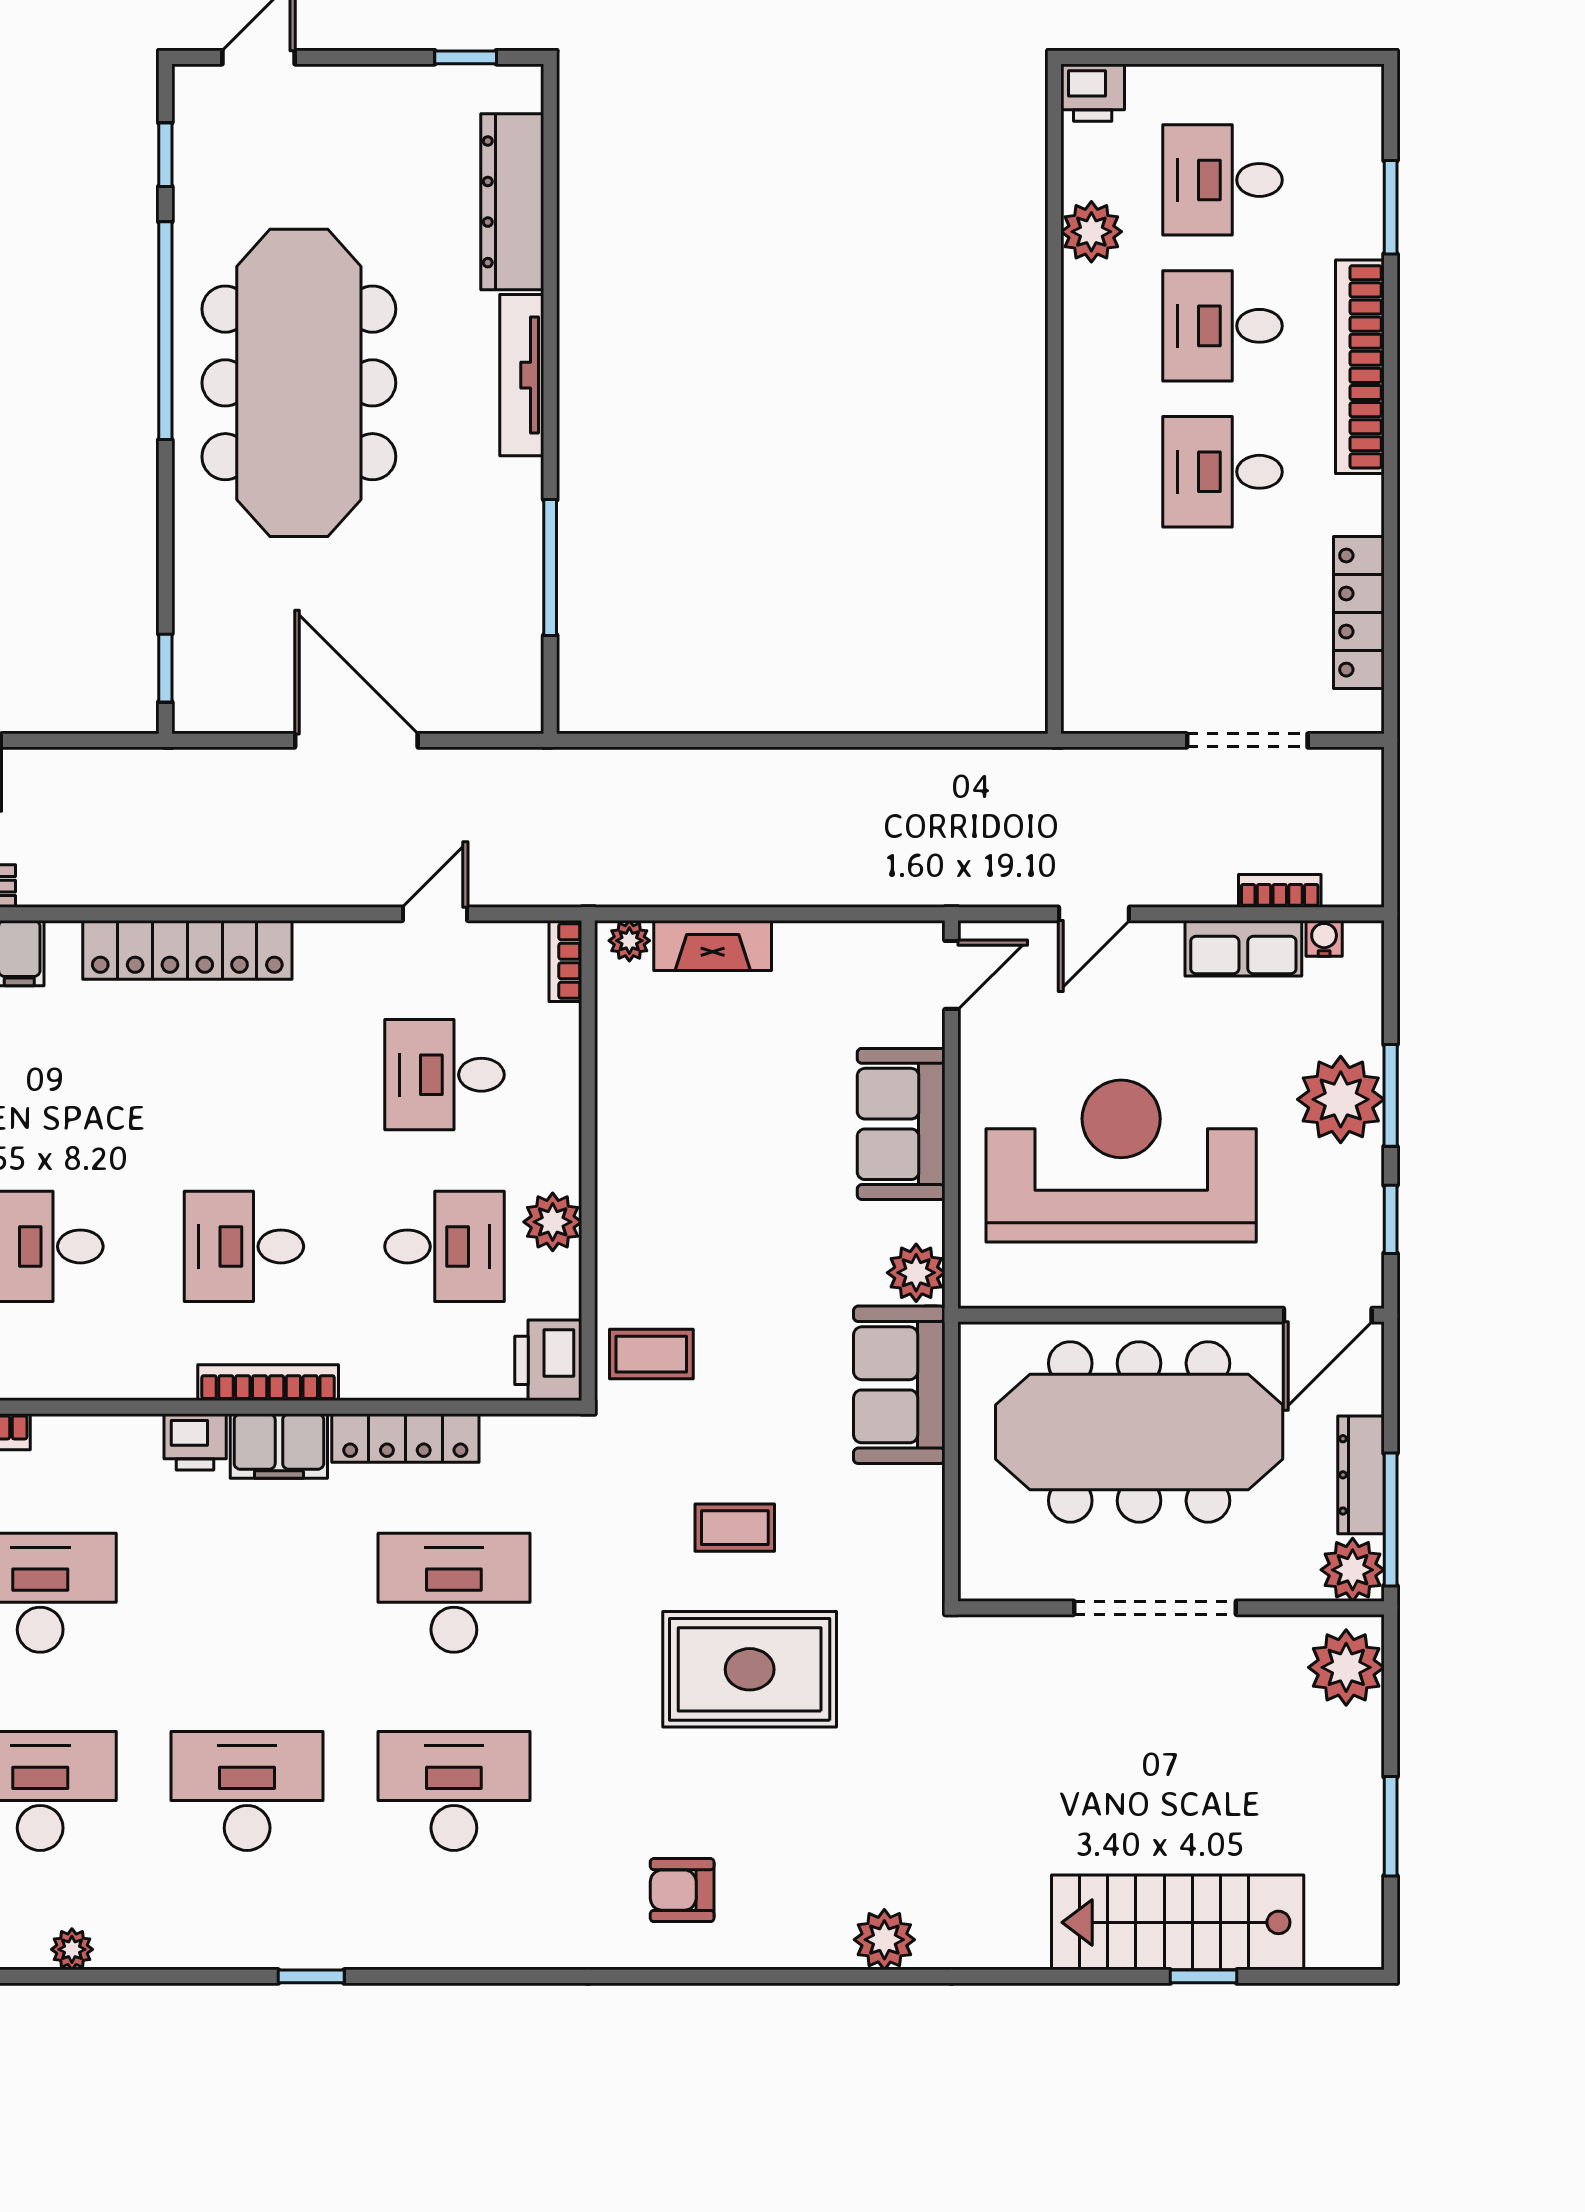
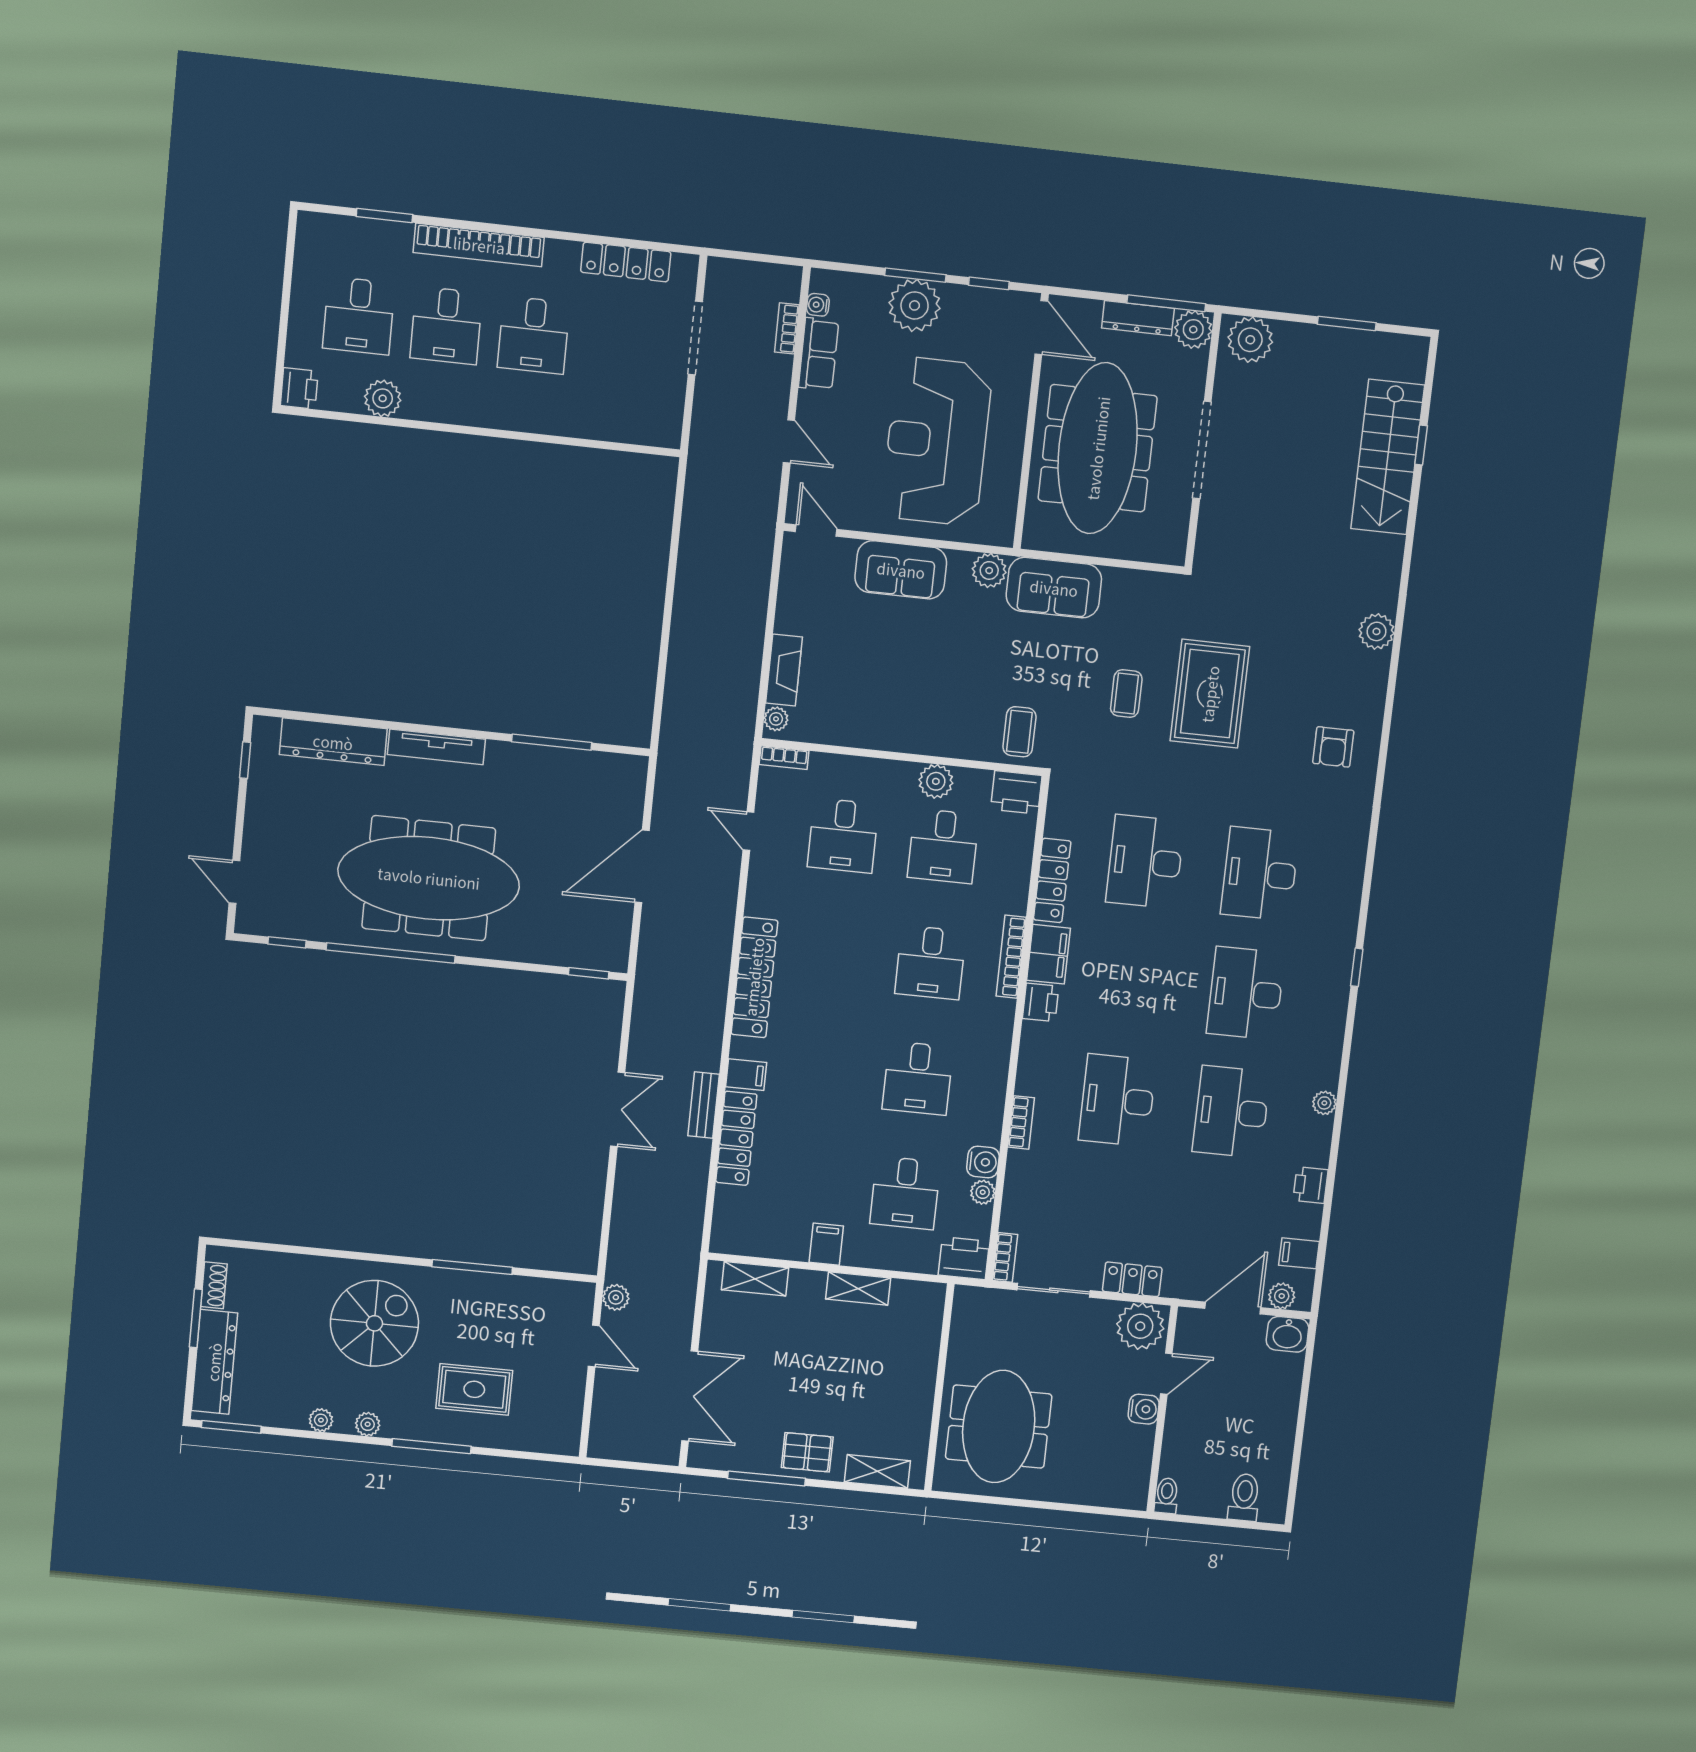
desk: (444, 1246) -> (943, 846), turned 180

